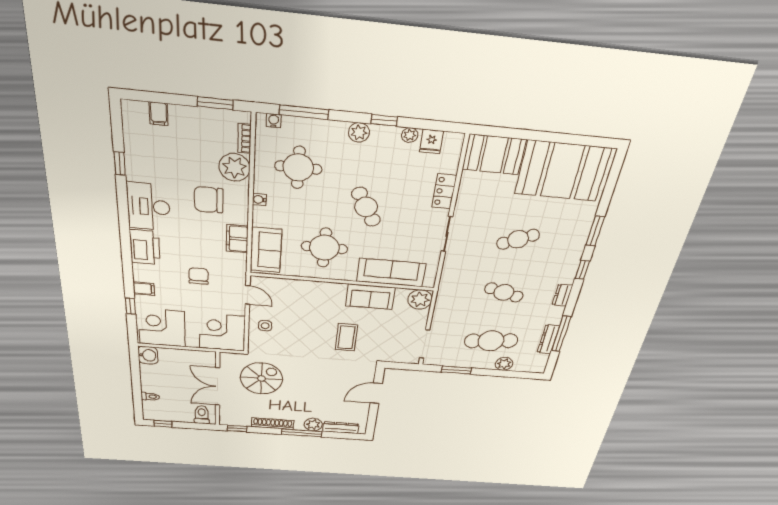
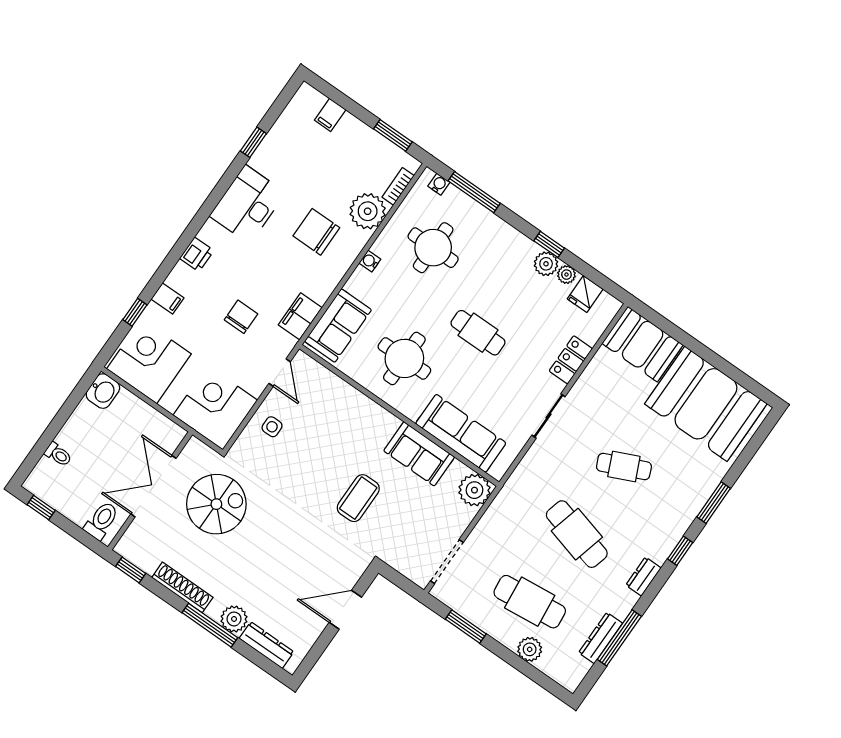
plant: (359, 132) -> (546, 264), moved
cafe table: (366, 207) -> (478, 333), turned -60
filing cabinet: (237, 239) -> (300, 316), moved
printer: (145, 247) -> (197, 254), width x0.53, depth x0.68
cafe table: (504, 292) -> (577, 534), width x1.37, depth x1.35

